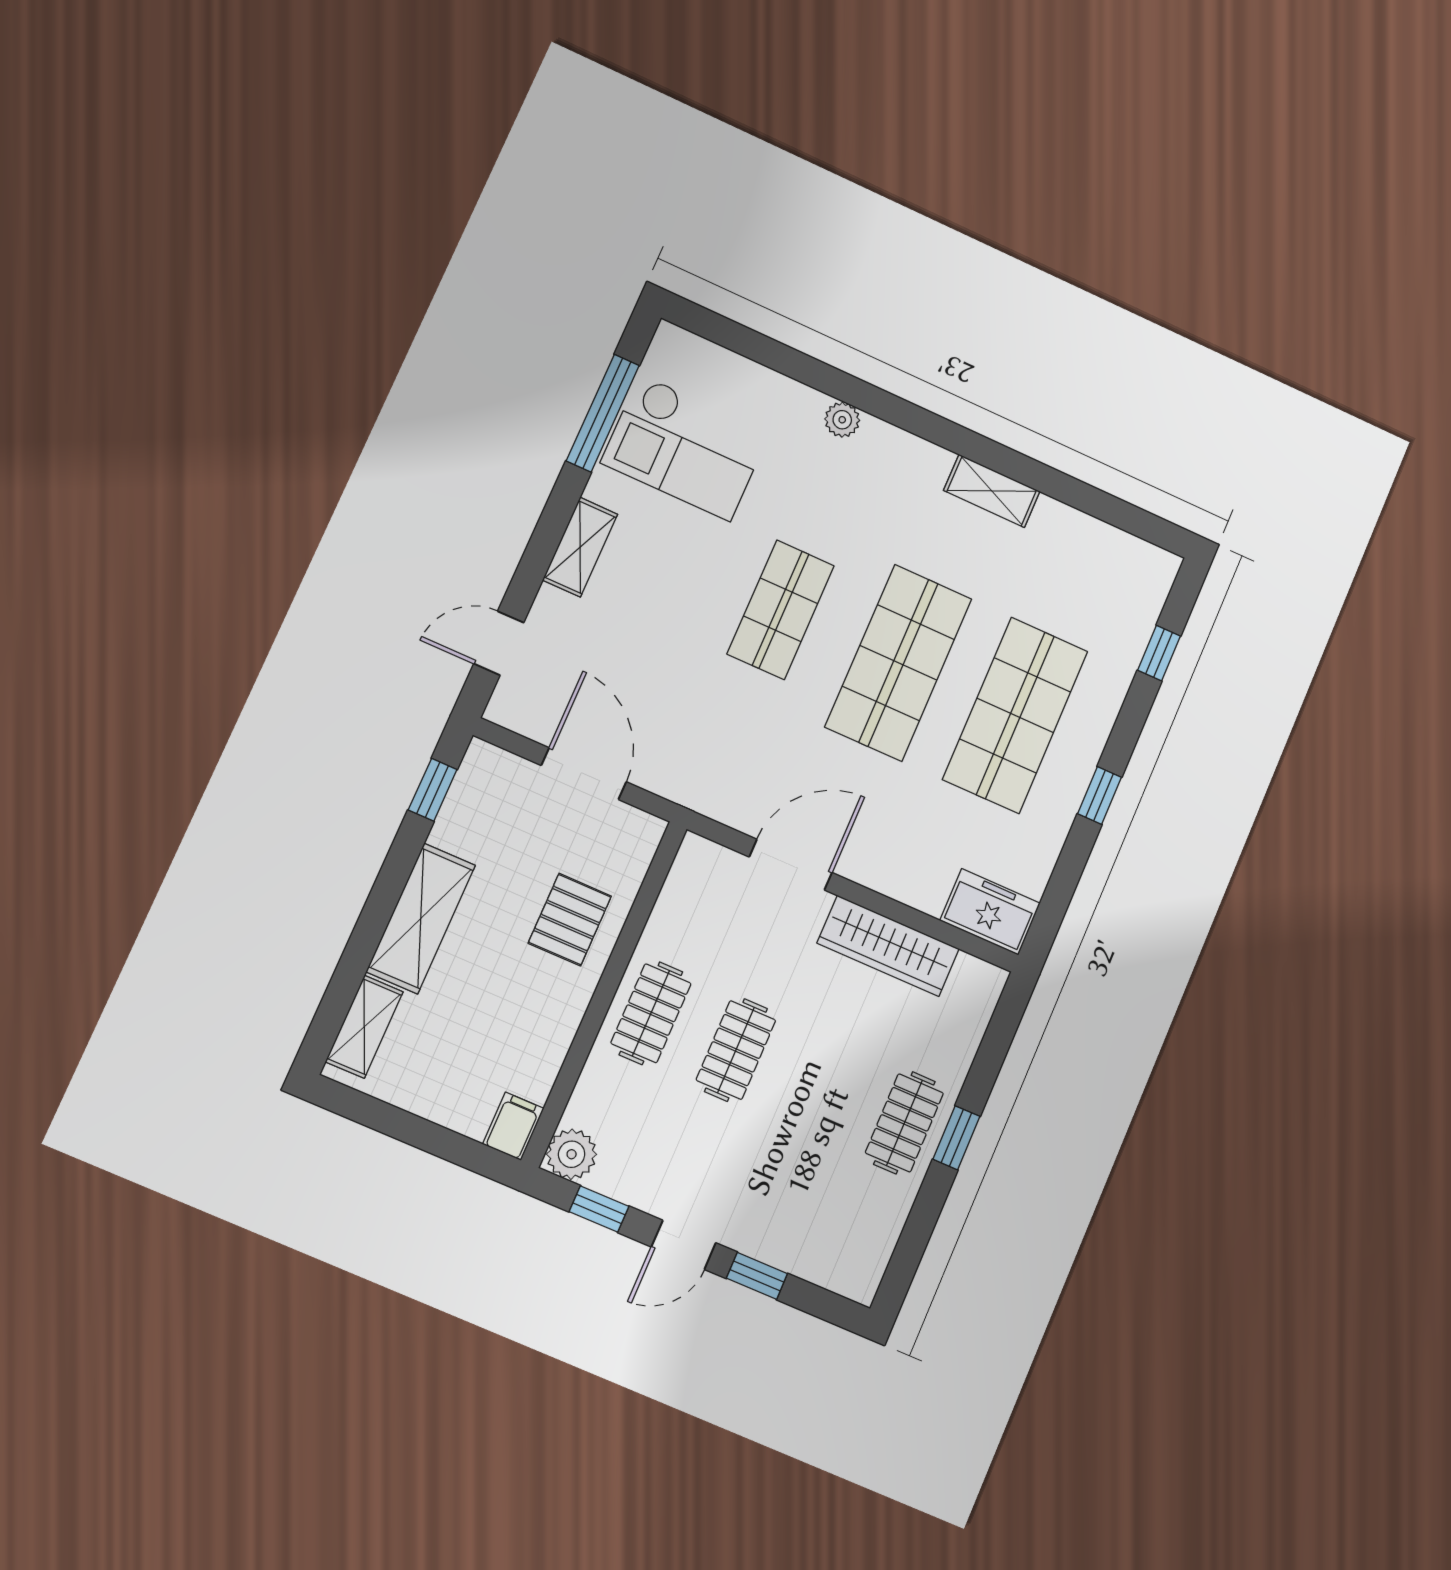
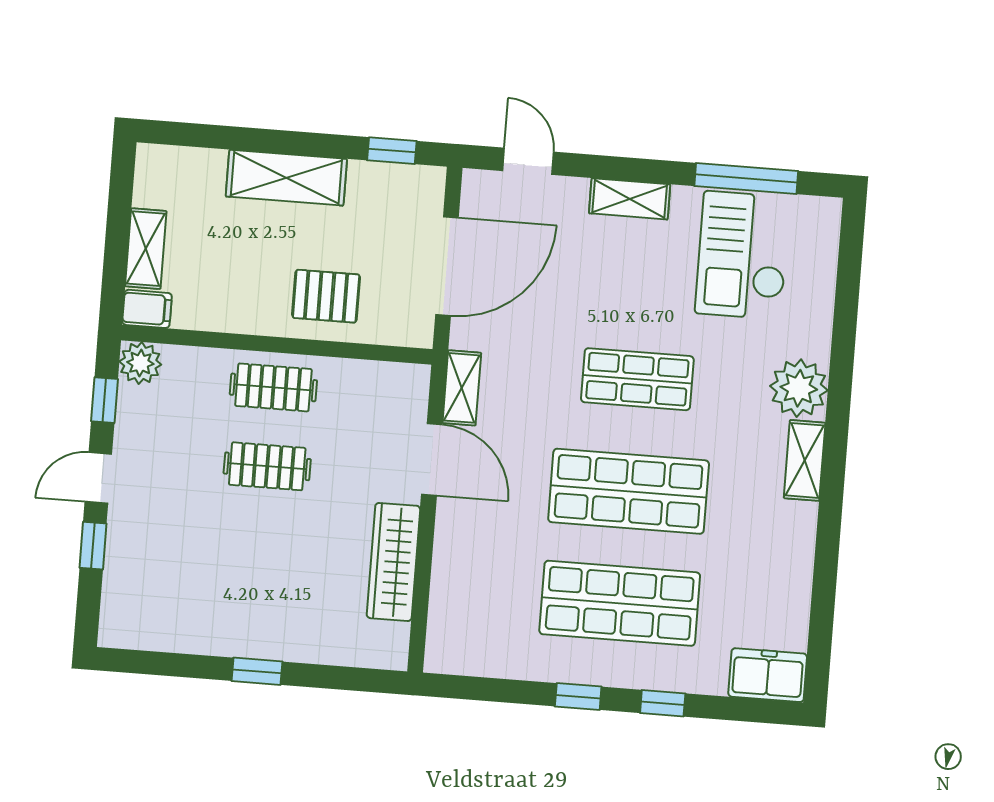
plant: (842, 420) -> (799, 388), width x1.88, depth x1.88
shelving: (992, 491) -> (805, 460), moved
window: (1159, 653) -> (663, 703), moved
door: (584, 774) -> (447, 266), width x1.36
shelving: (724, 804) -> (462, 388), added
freezer: (990, 912) -> (768, 675), moved, turned -90
shelving: (364, 1027) -> (146, 249), moved, turned 90
clothes rail: (904, 1123) -> (255, 624), removed
door: (684, 1245) -> (98, 478), hinge flipped

